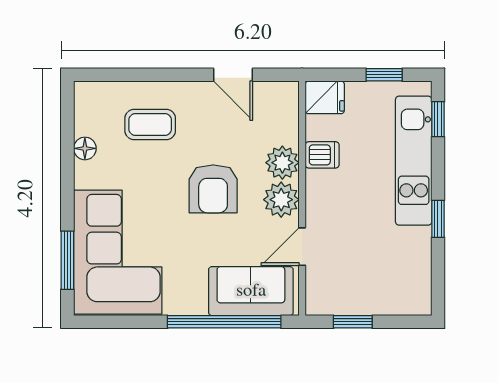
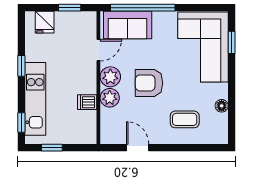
fridge: (325, 97) -> (45, 22), moved, turned -90
armchair: (213, 189) -> (149, 83), turned -90
window: (67, 260) -> (232, 42), width x0.67

